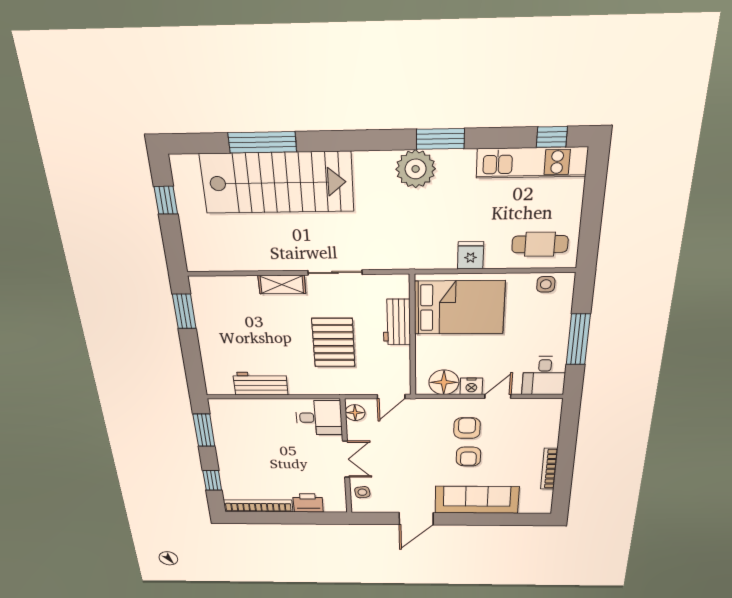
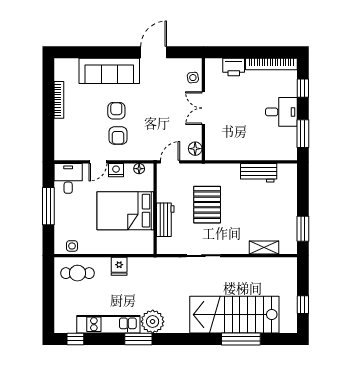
kitchen unit: (532, 162) -> (108, 324), moved
shelving: (282, 284) -> (264, 248), moved
bed: (459, 308) -> (125, 211), moved
floor lamp: (444, 382) -> (139, 169), width x0.53, depth x0.53
desk: (319, 418) -> (281, 112), moved, turned 180

